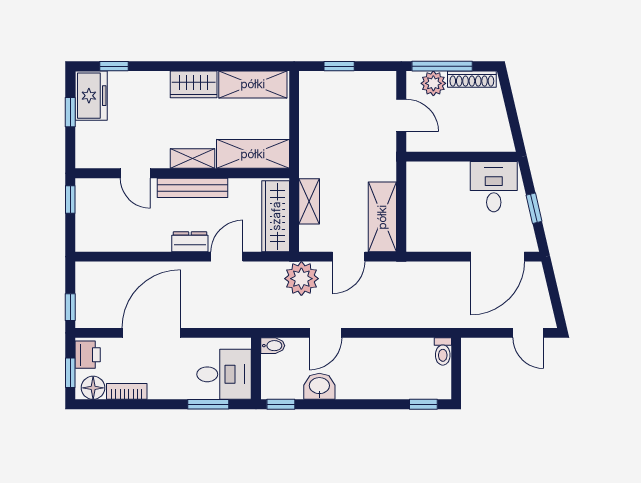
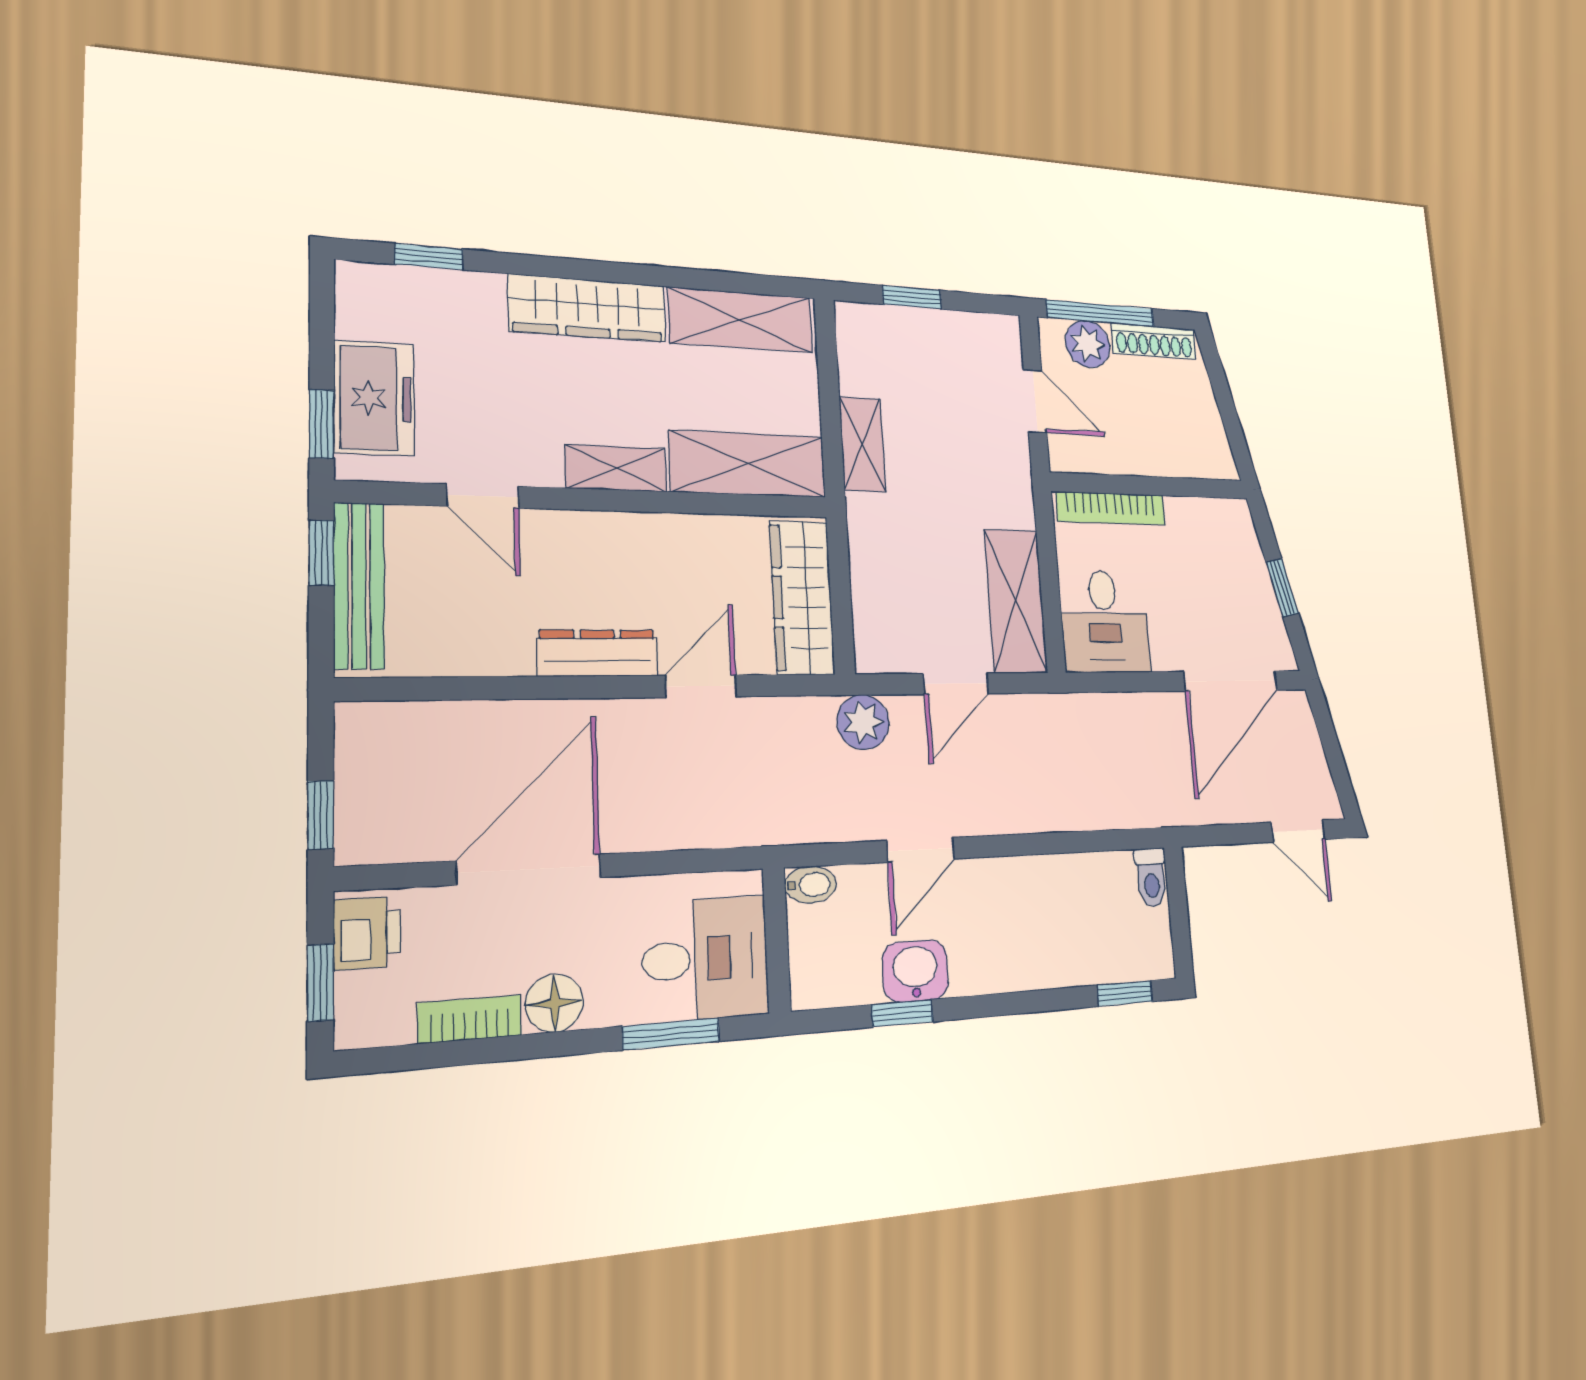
wardrobe: (194, 84) -> (587, 308), width x1.50
freezer: (91, 96) -> (374, 398), moved
window: (70, 112) -> (322, 424), moved
bookcase: (438, 169) -> (1111, 508), added
desk: (494, 187) -> (1105, 622), moved, turned 180
bench: (192, 188) -> (359, 585), moved, turned 90
shelving: (309, 201) -> (862, 444), moved
dresser: (190, 242) -> (598, 653), width x1.44
plant: (301, 279) -> (863, 722), width x0.73, depth x0.73
floor lamp: (93, 388) -> (555, 1003), moved
window: (281, 404) -> (902, 1013), moved

